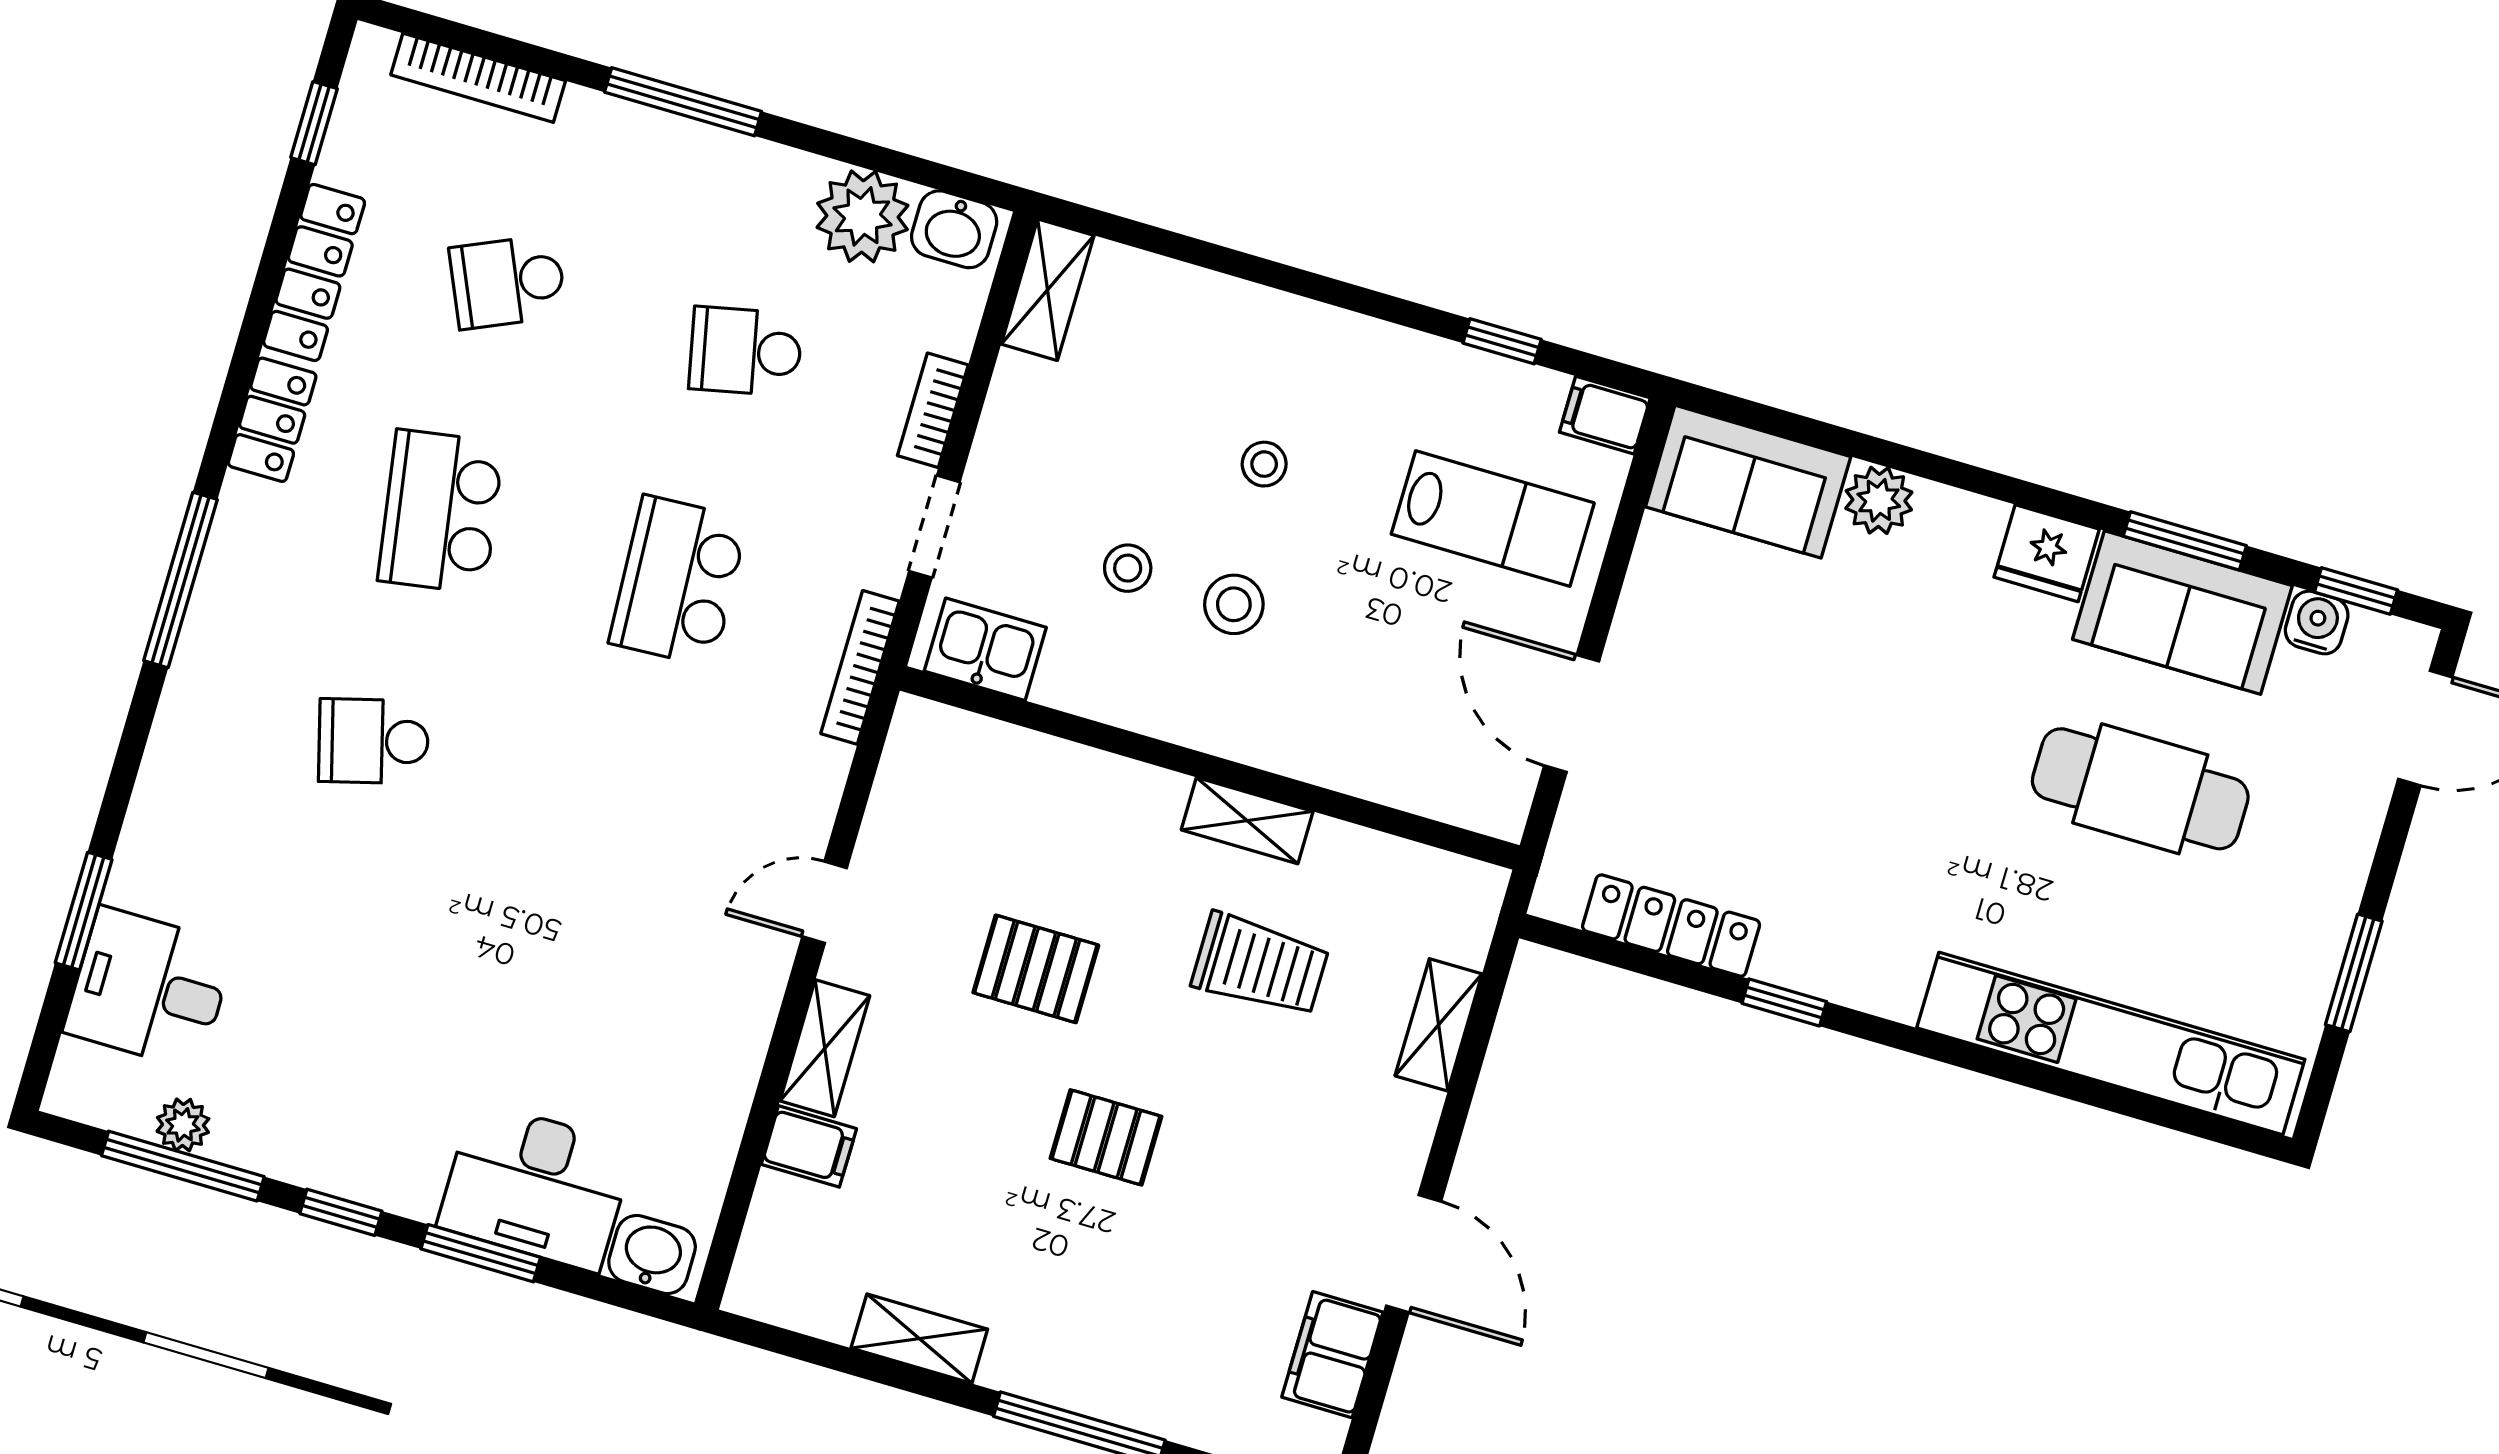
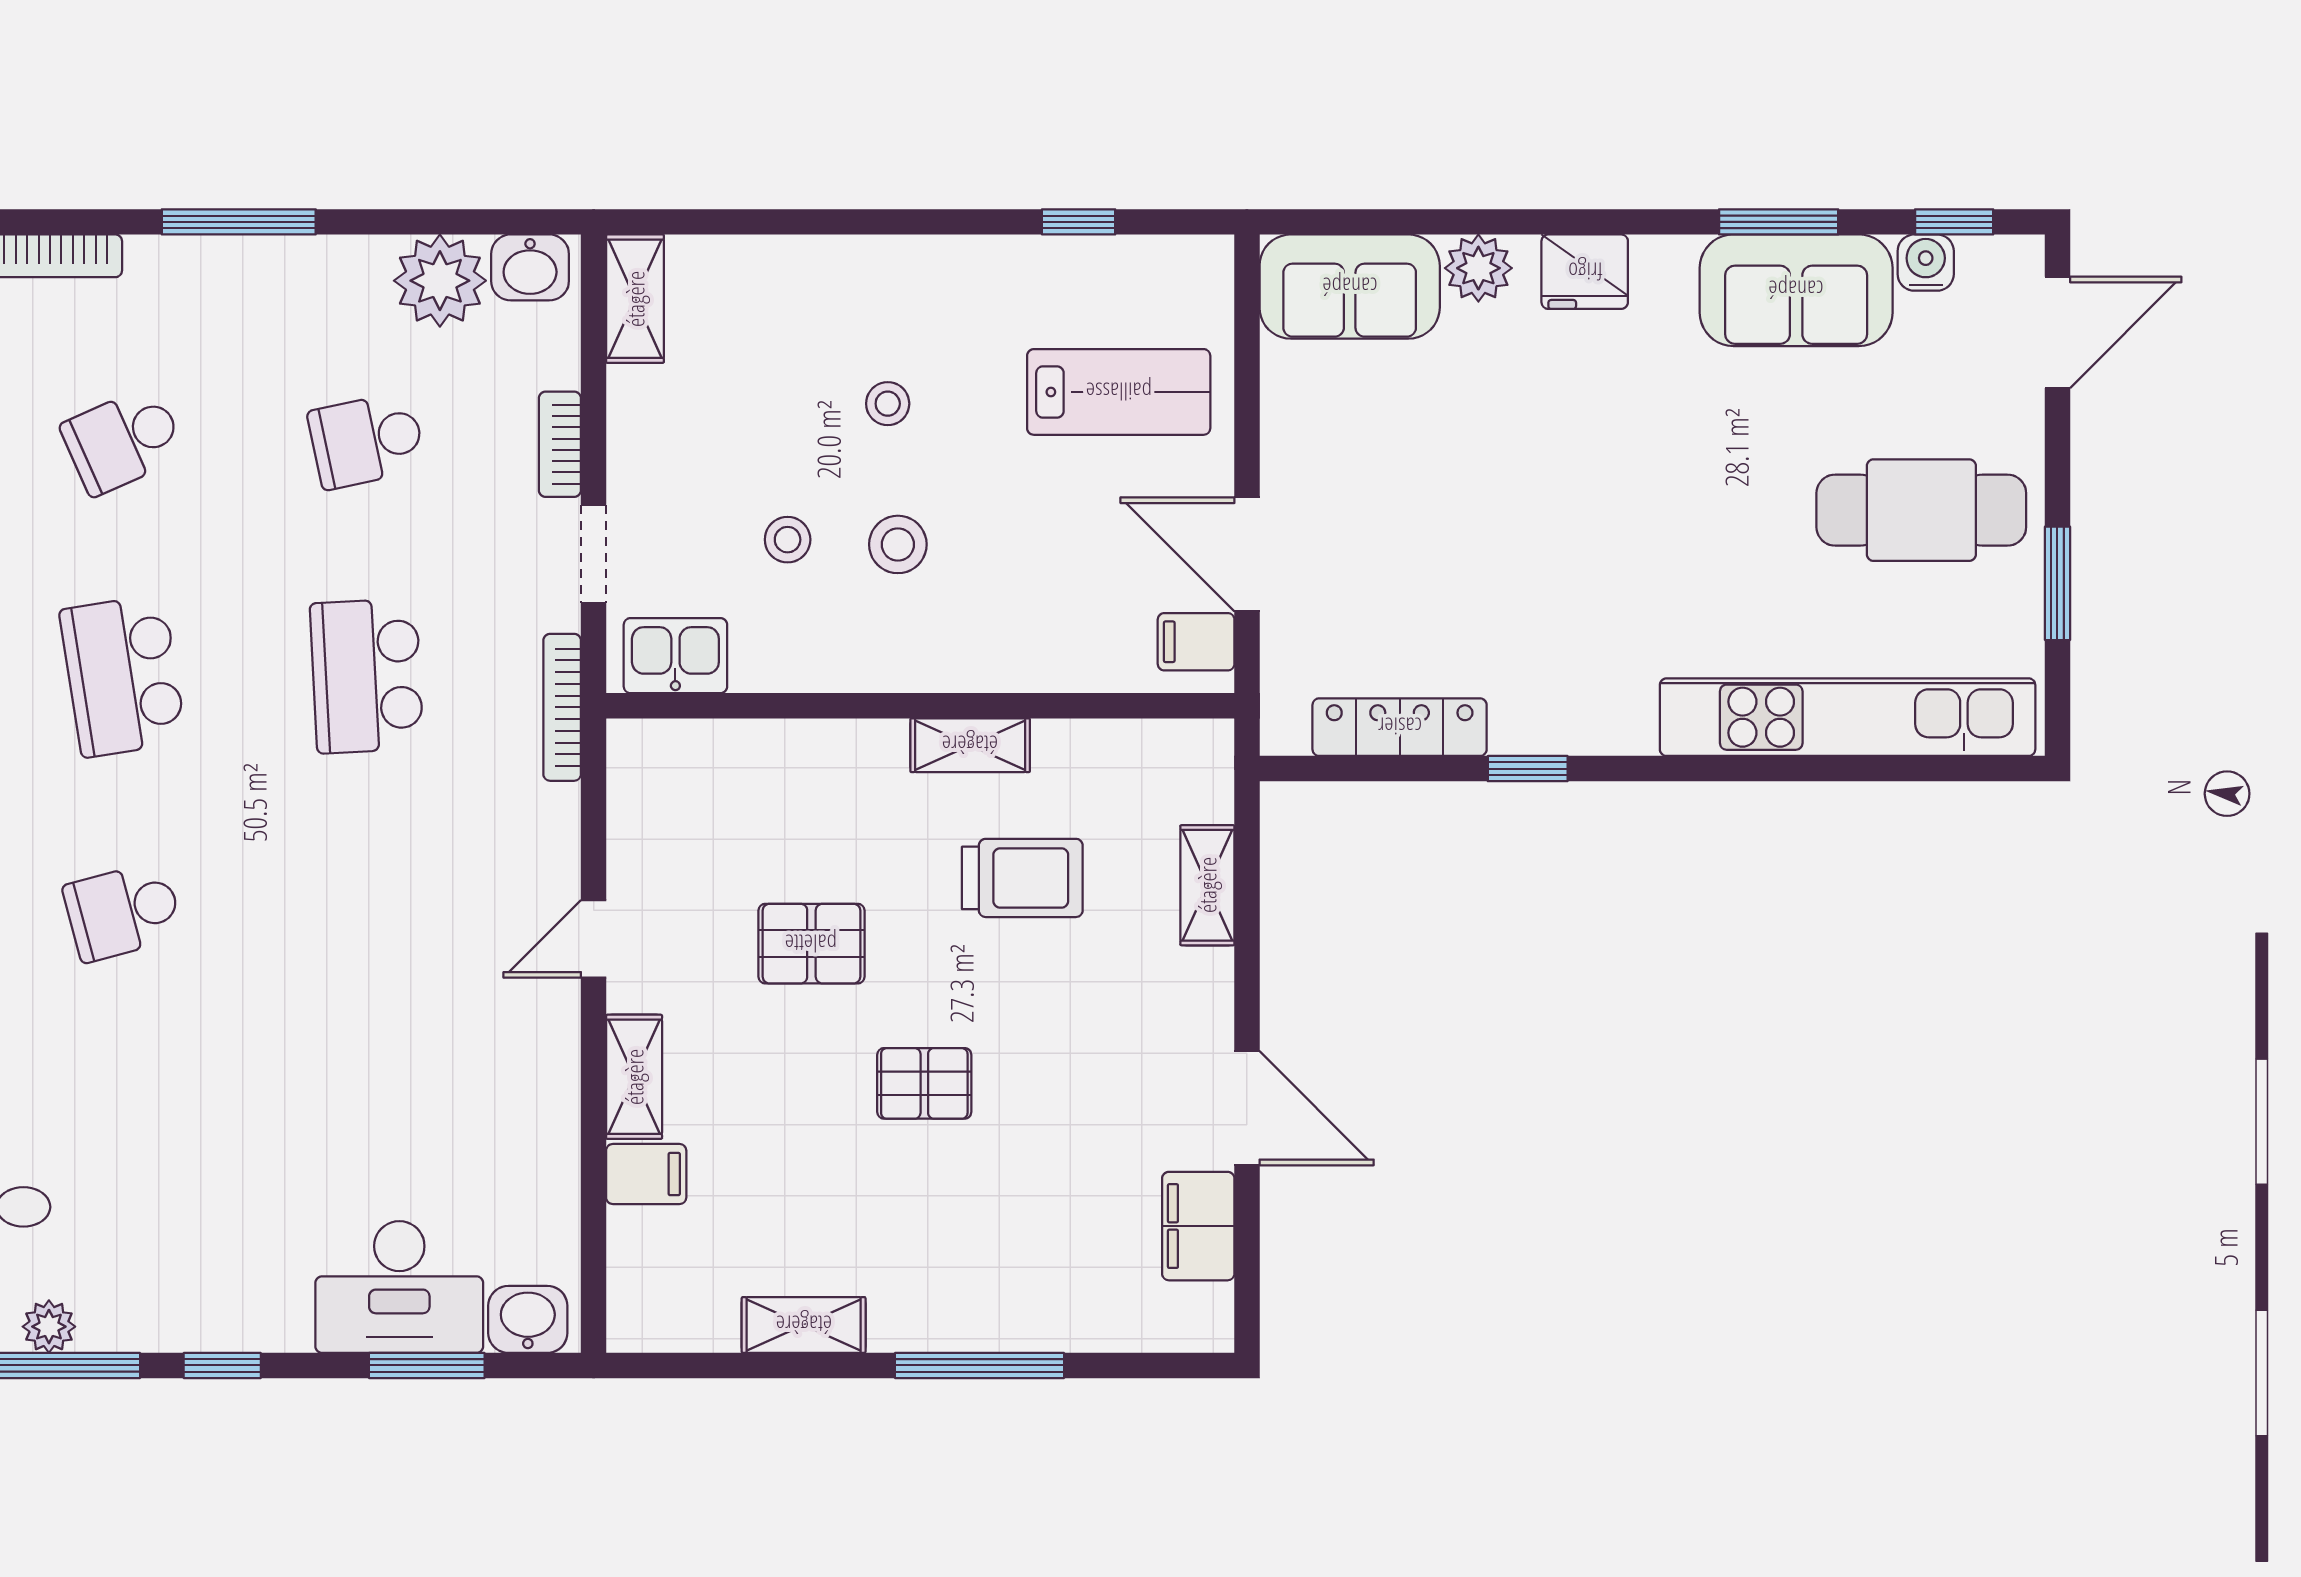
filing cabinet: (1605, 415) -> (1196, 642), moved
fridge: (2047, 553) -> (1585, 272), moved
cafe table: (2140, 789) -> (1921, 510), moved
window: (481, 1253) -> (427, 1365), moved

